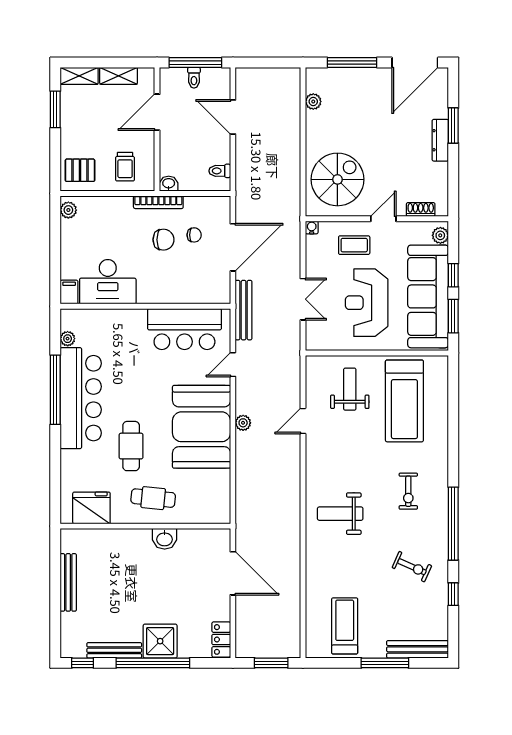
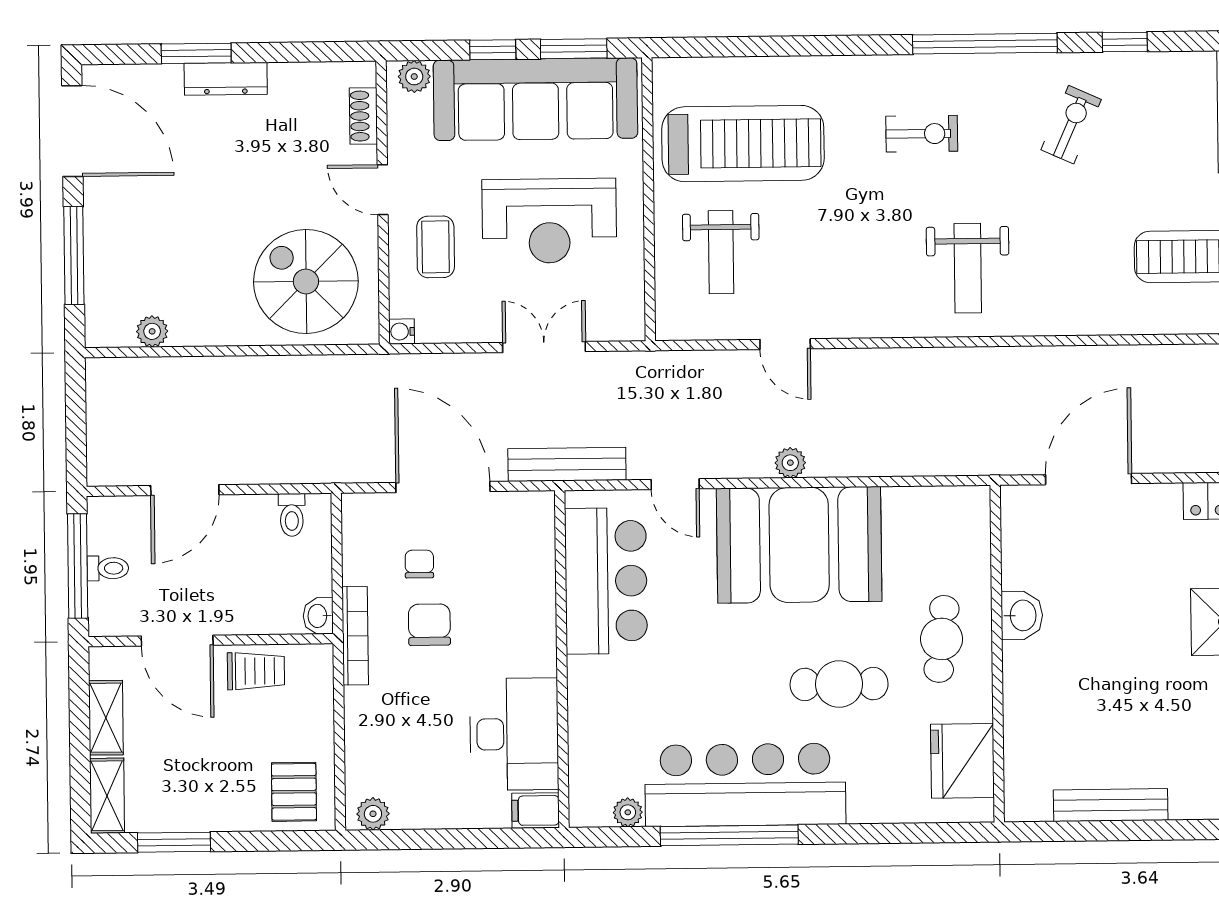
trolley: (125, 167) -> (256, 671), moved
weight bench: (350, 389) -> (721, 252), turned -90

